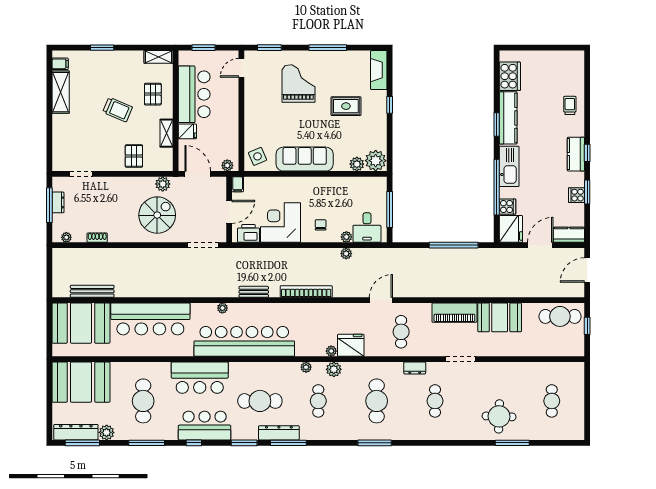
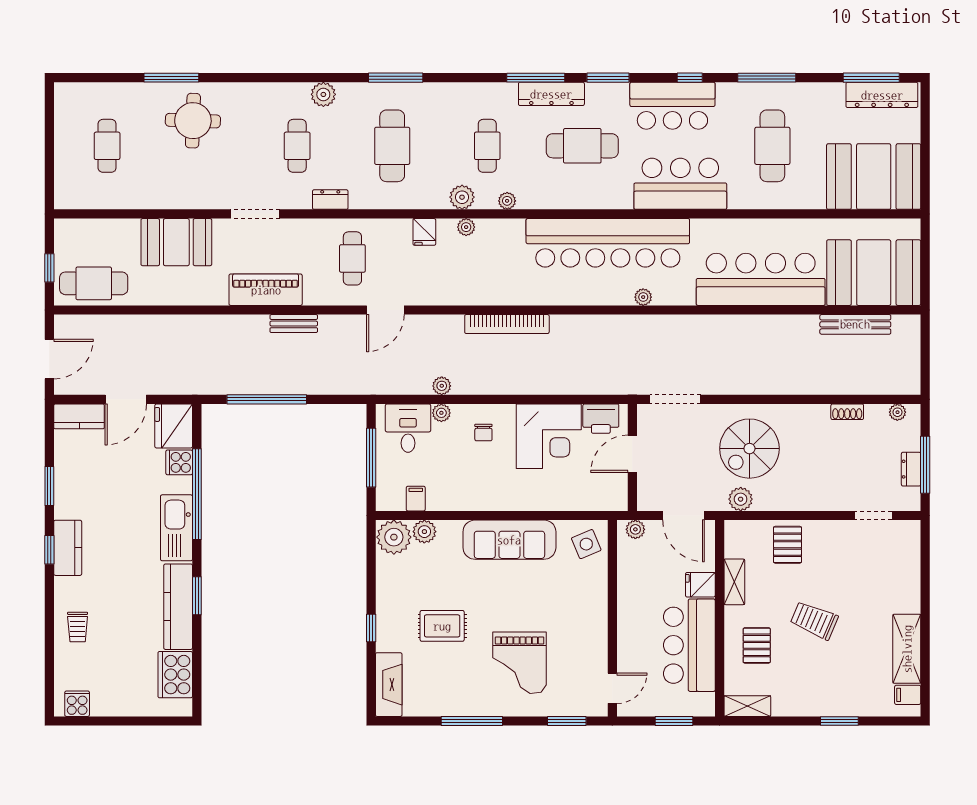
filing cabinet: (238, 184) -> (416, 499), moved
cooker: (577, 195) -> (77, 704), moved, turned -90
bench: (254, 292) -> (294, 324), moved
booth: (500, 317) -> (176, 242), moved
fridge: (351, 345) -> (424, 232), width x0.53, depth x0.75
plant: (107, 432) -> (323, 94), moved

